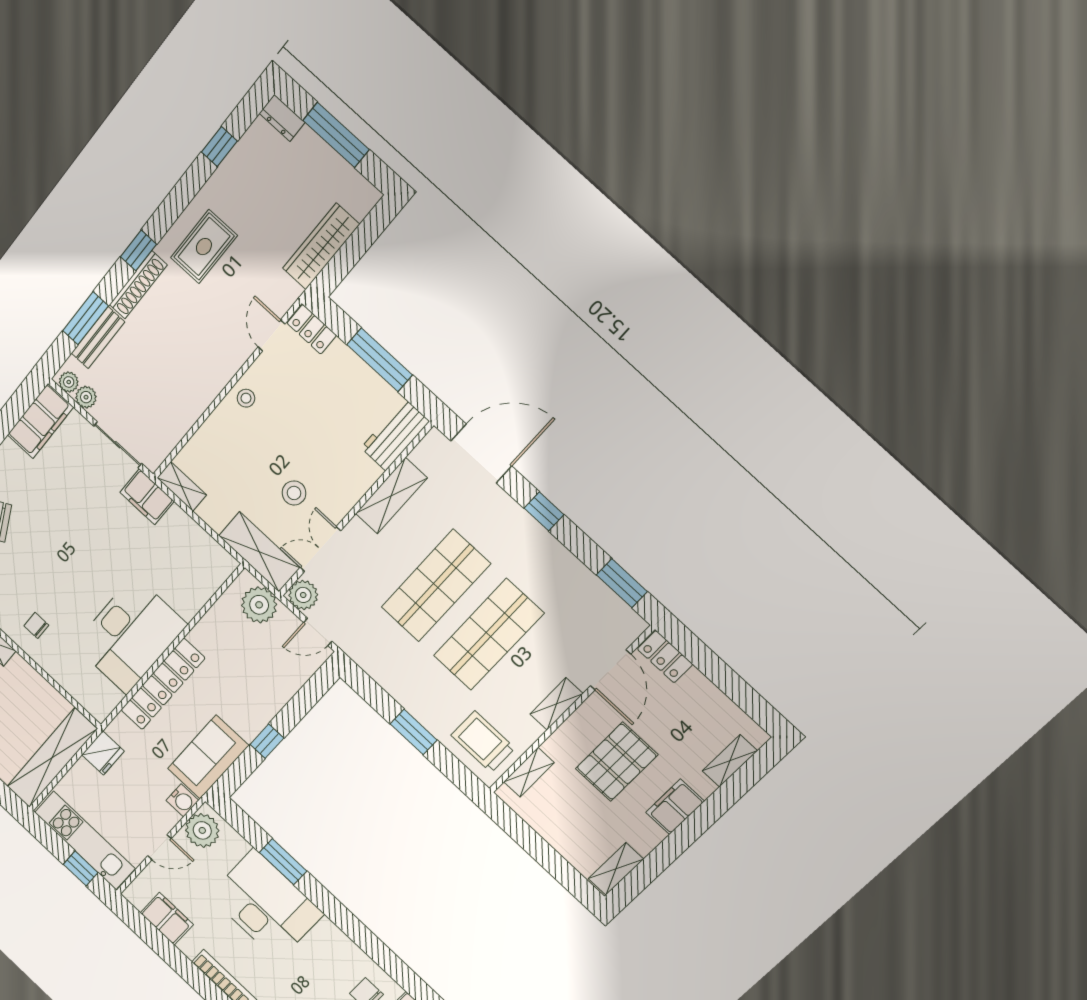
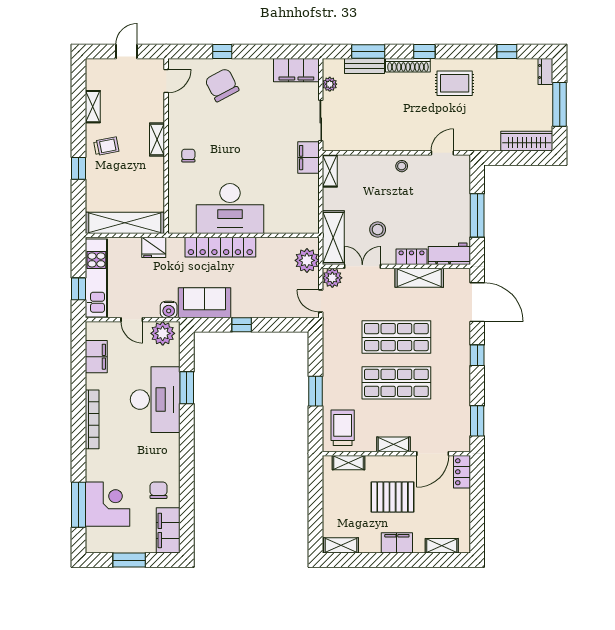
wardrobe: (321, 246) -> (527, 141), moved
locker: (312, 329) -> (411, 257), moved, turned 90
plant: (69, 382) -> (329, 69), removed

